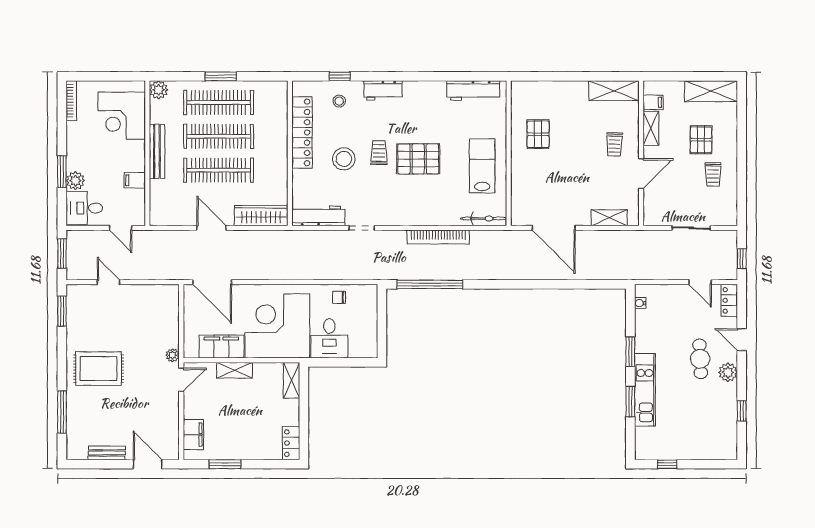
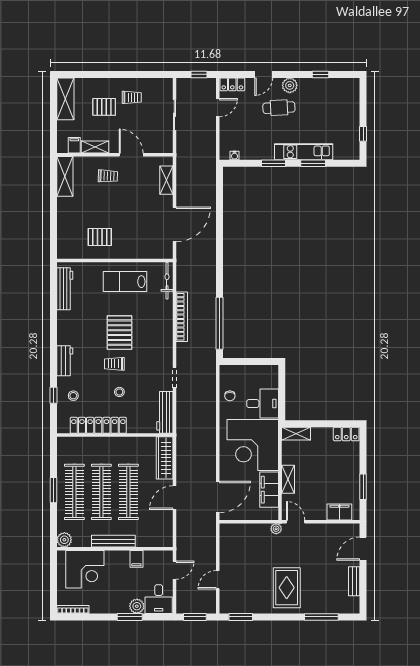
stool: (344, 159) -> (119, 392), width x0.53, depth x0.53

